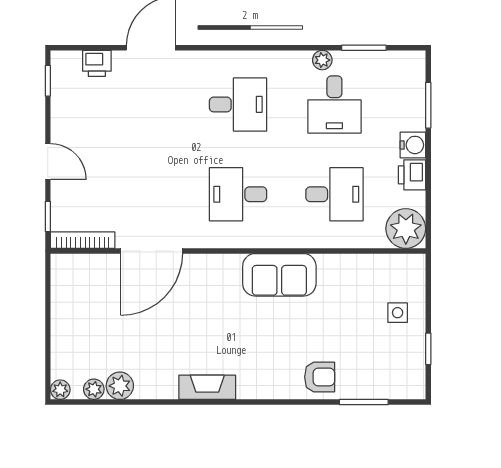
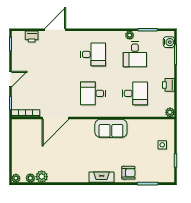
water cooler: (413, 145) -> (169, 42), moved
door: (48, 161) -> (10, 79), hinge flipped
plant: (406, 229) -> (170, 112), width x0.53, depth x0.53
fireplace: (207, 387) -> (102, 177), moved

